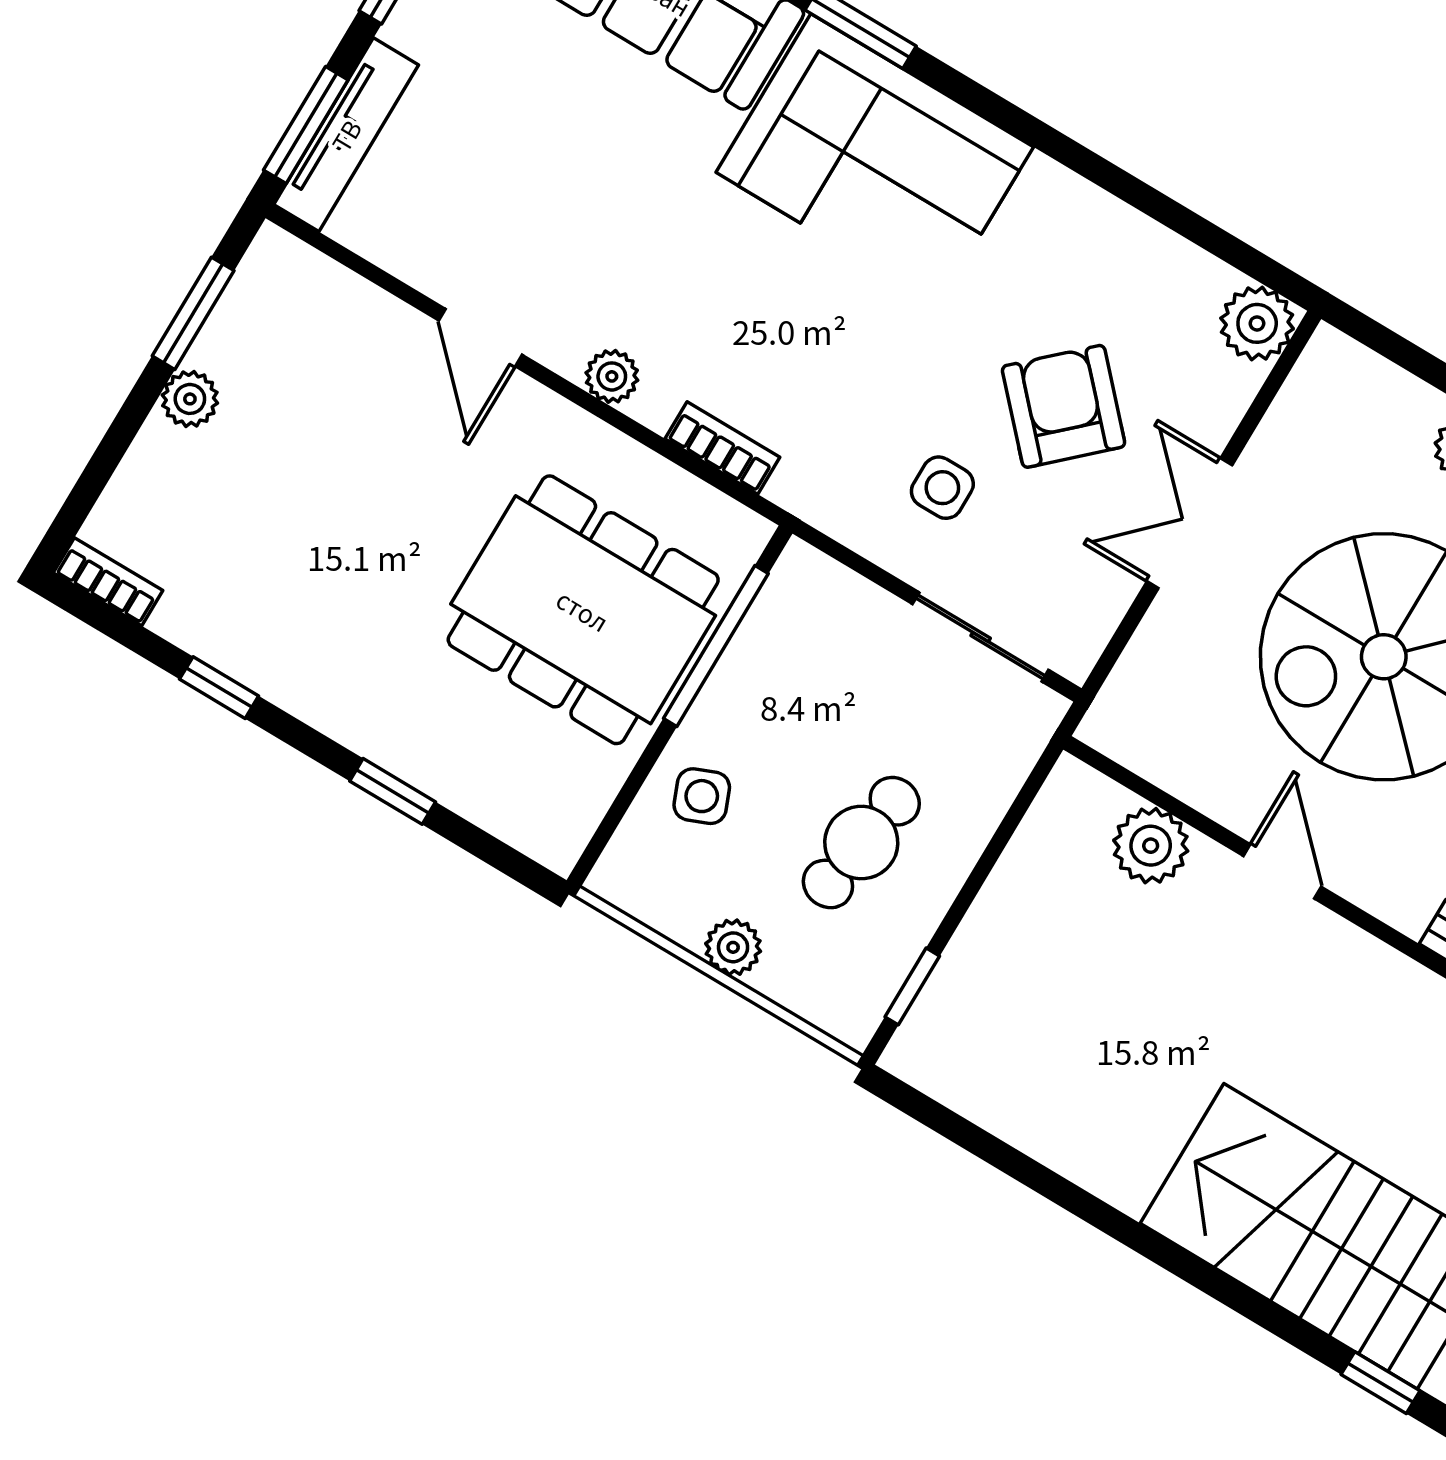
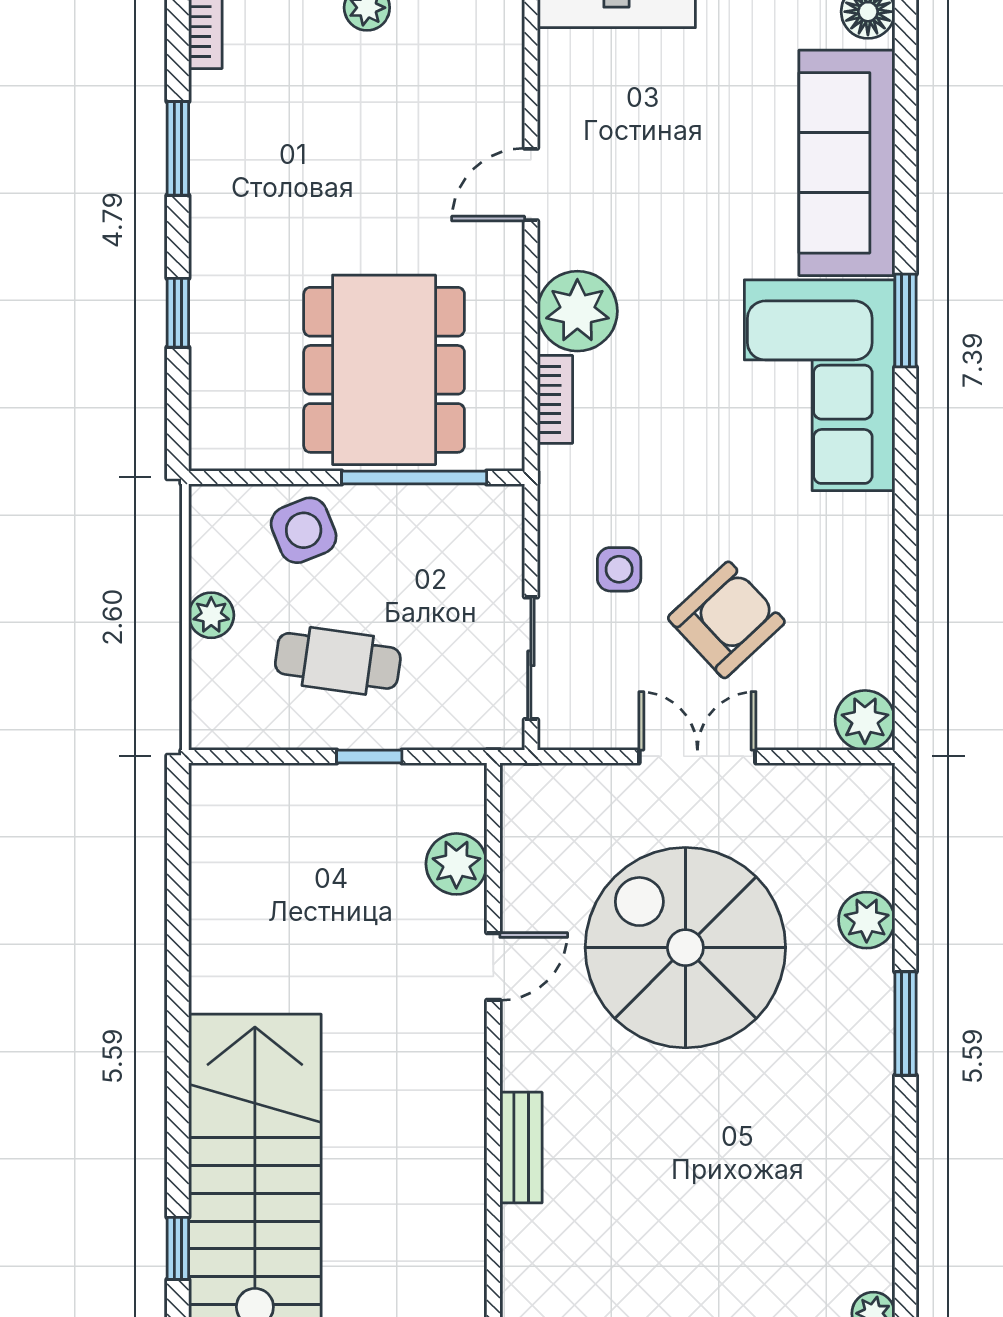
plant: (612, 376) -> (577, 311), width x1.88, depth x1.88
window: (219, 688) -> (178, 148), width x1.50
side table: (702, 796) -> (304, 530), width x1.37, depth x1.37
window: (912, 986) -> (369, 756), moved

